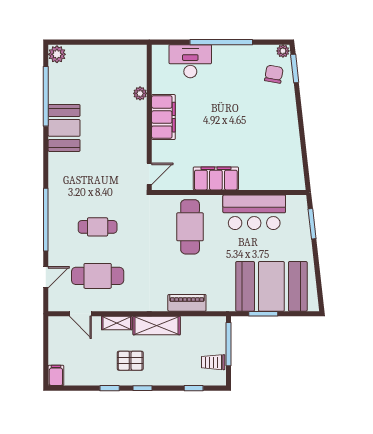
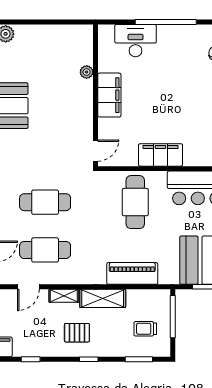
cafe table: (98, 227) -> (45, 202), width x1.37, depth x1.35
piano: (187, 303) -> (132, 273), width x1.37, depth x1.33
door: (80, 314) -> (28, 287), hinge flipped
trolley: (213, 362) -> (145, 329), moved
window: (110, 388) -> (31, 359), moved
window: (194, 388) -> (139, 359), width x1.50

